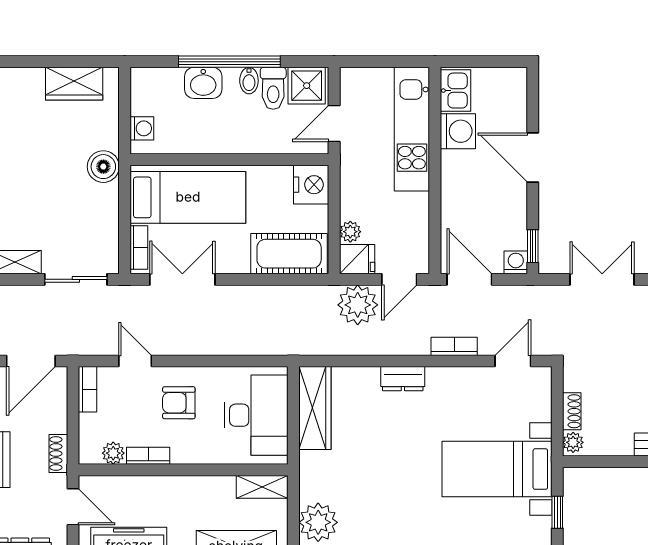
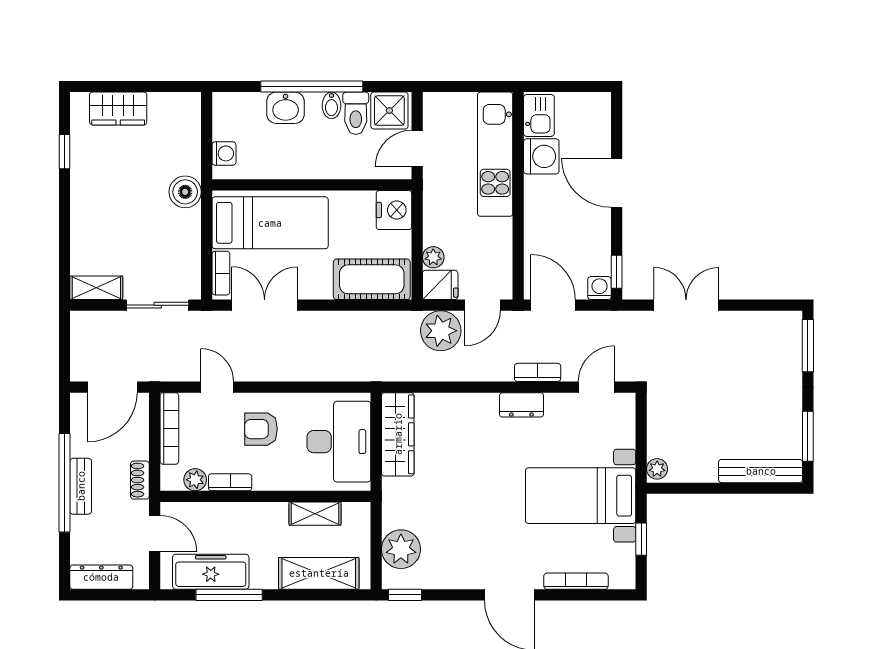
wardrobe: (74, 84) -> (118, 109), moved
dresser: (403, 379) -> (521, 405), moved
bookcase: (88, 389) -> (169, 428), width x1.56
shoe rack: (572, 411) -> (656, 438), removed
shelving: (262, 487) -> (315, 514), moved

